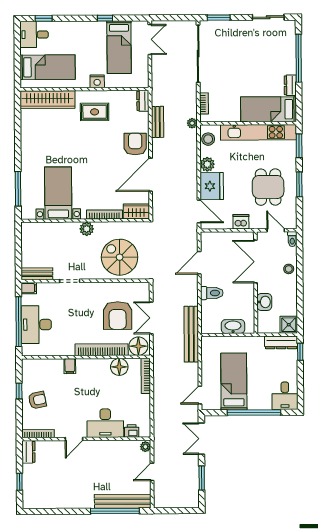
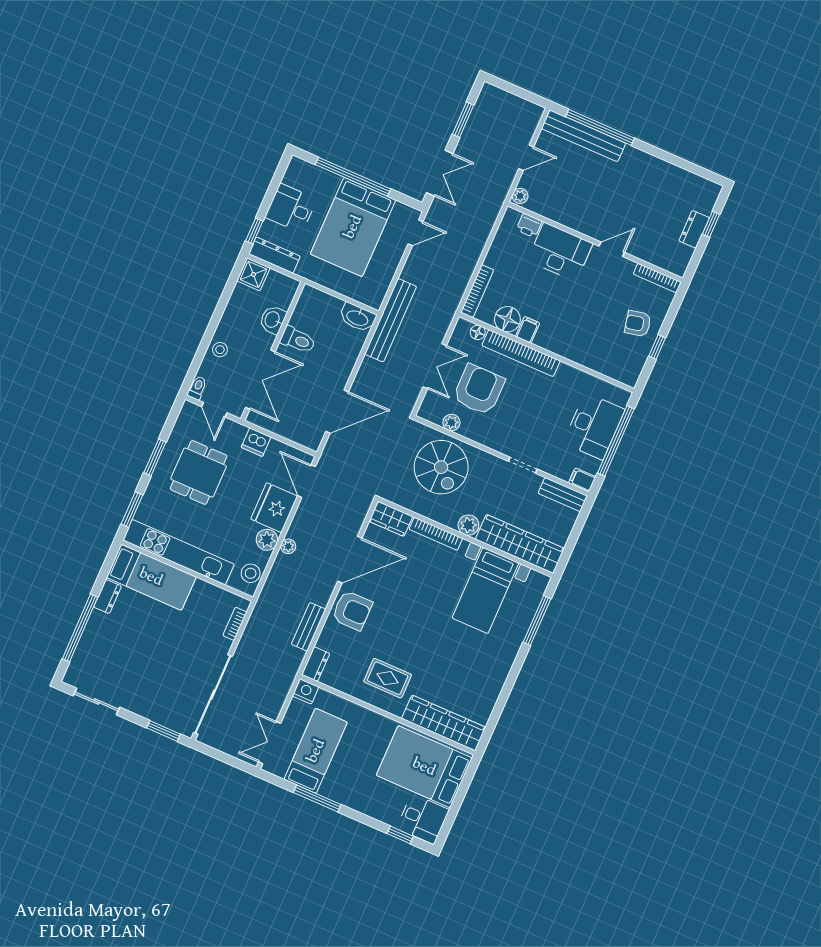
window: (105, 18) -> (317, 798), width x2.17
bed: (47, 67) -> (424, 767), width x1.50
nightstand: (97, 81) -> (306, 691), moved
plant: (192, 123) -> (288, 546), moved
armchair: (135, 144) -> (352, 610), turned -90
wardrobe: (50, 231) -> (520, 544), added
door: (199, 263) -> (337, 412), width x1.36
plant: (125, 288) -> (451, 423), added
toilet: (212, 293) -> (298, 340), moved, turned 180
washbasin: (233, 327) -> (358, 318), moved
floor lamp: (138, 346) -> (478, 332), width x0.53, depth x0.53
filing cabinet: (70, 366) -> (528, 330), moved
bed: (234, 381) -> (353, 227), width x1.50
desk: (285, 396) -> (291, 208), moved, turned -90
dresser: (28, 452) -> (694, 229), moved

